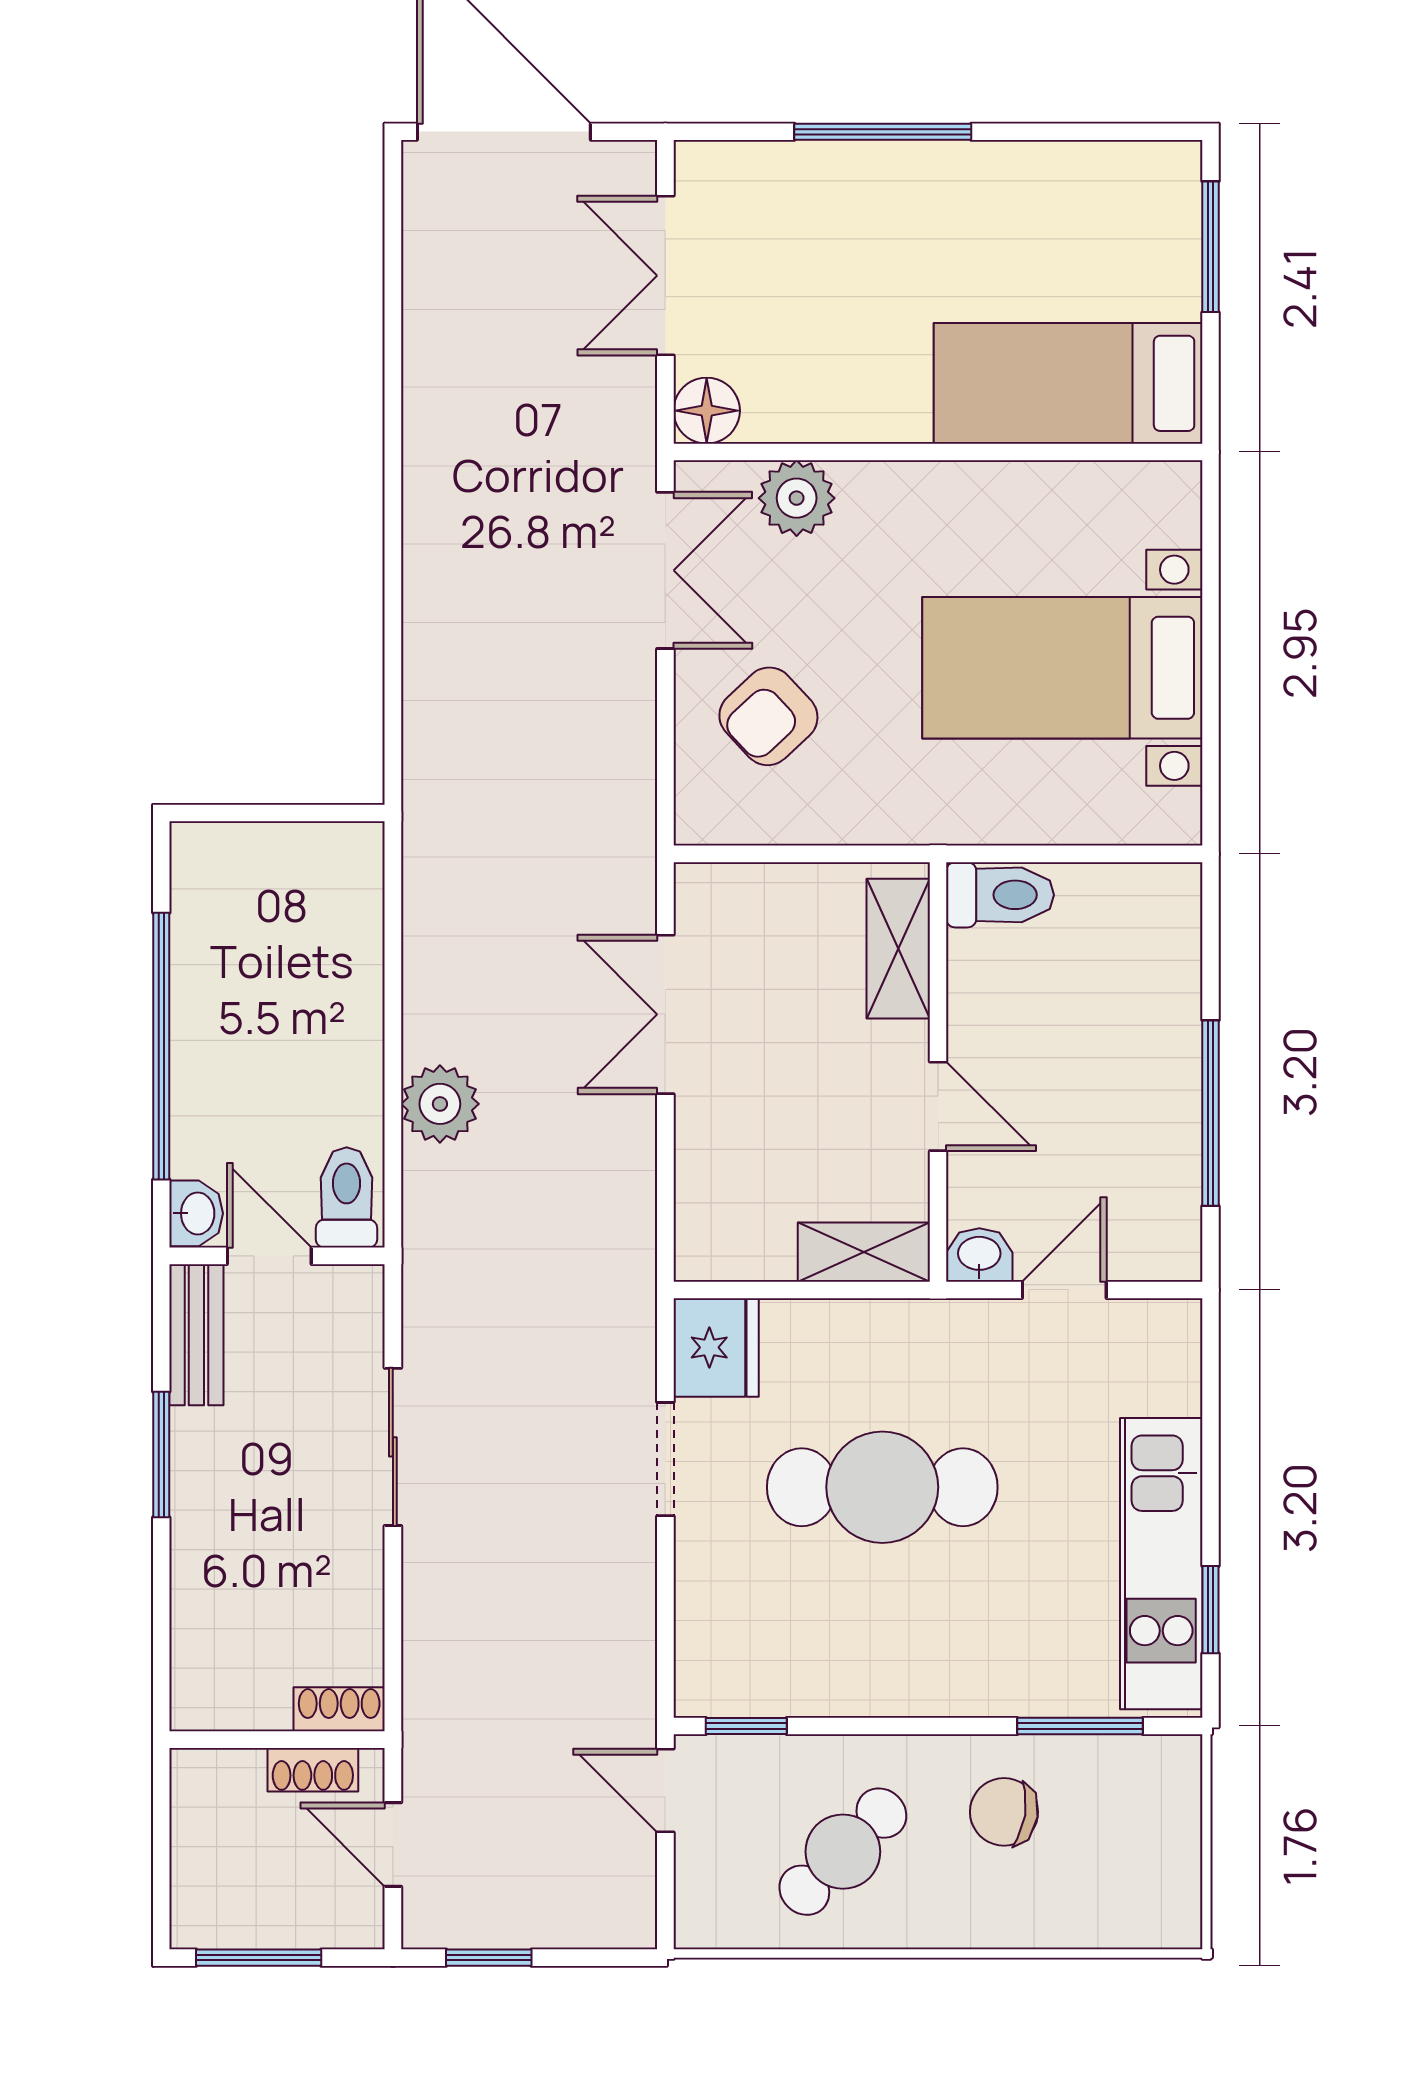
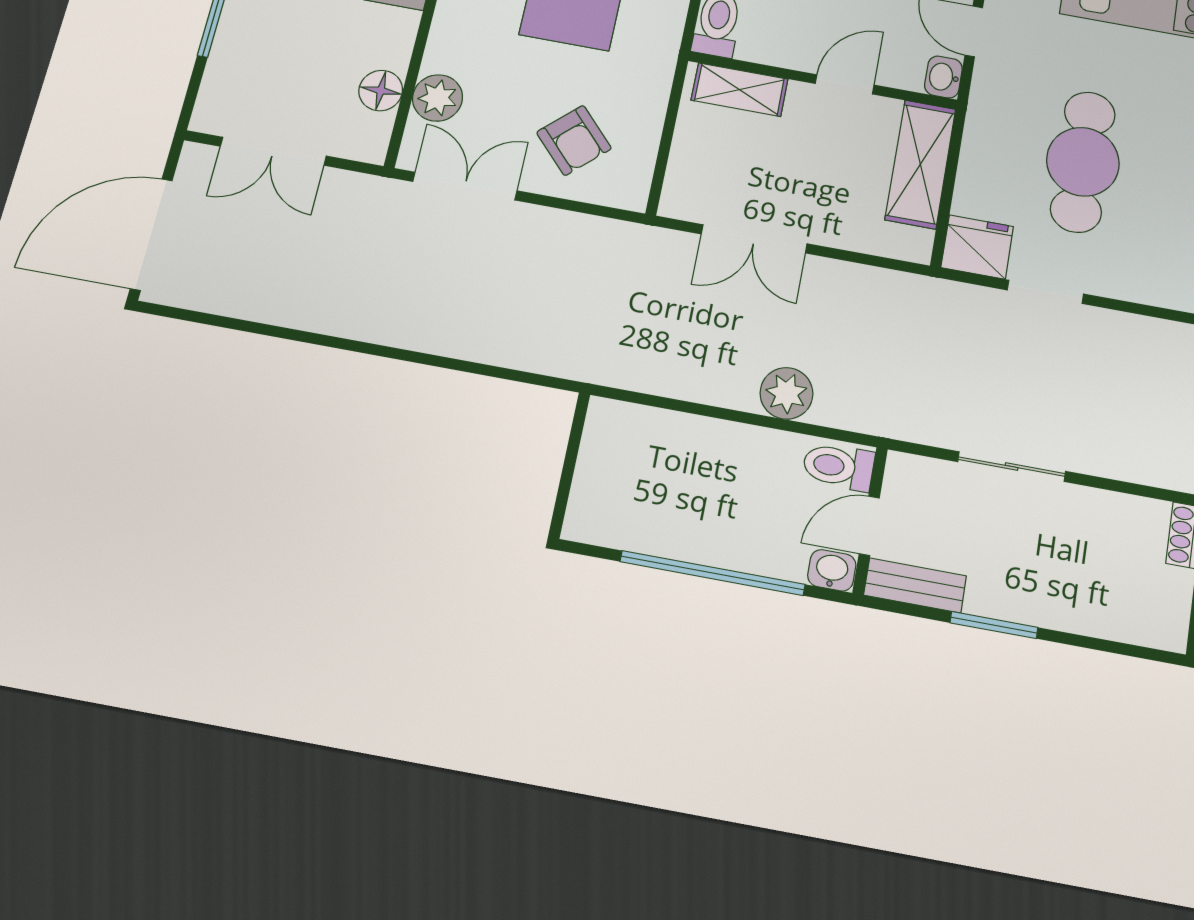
floor lamp: (707, 411) -> (381, 91), moved
shelving: (864, 1252) -> (920, 164), width x1.50, depth x1.33

